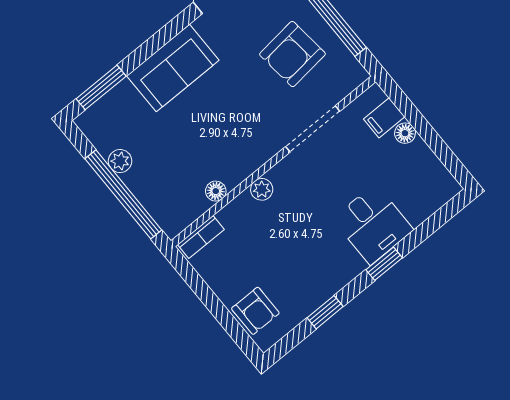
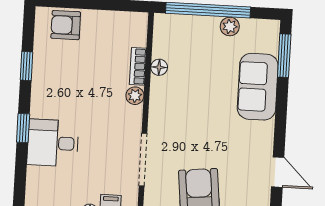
sofa: (173, 68) -> (258, 87), moved
bookcase: (201, 237) -> (138, 66), moved

